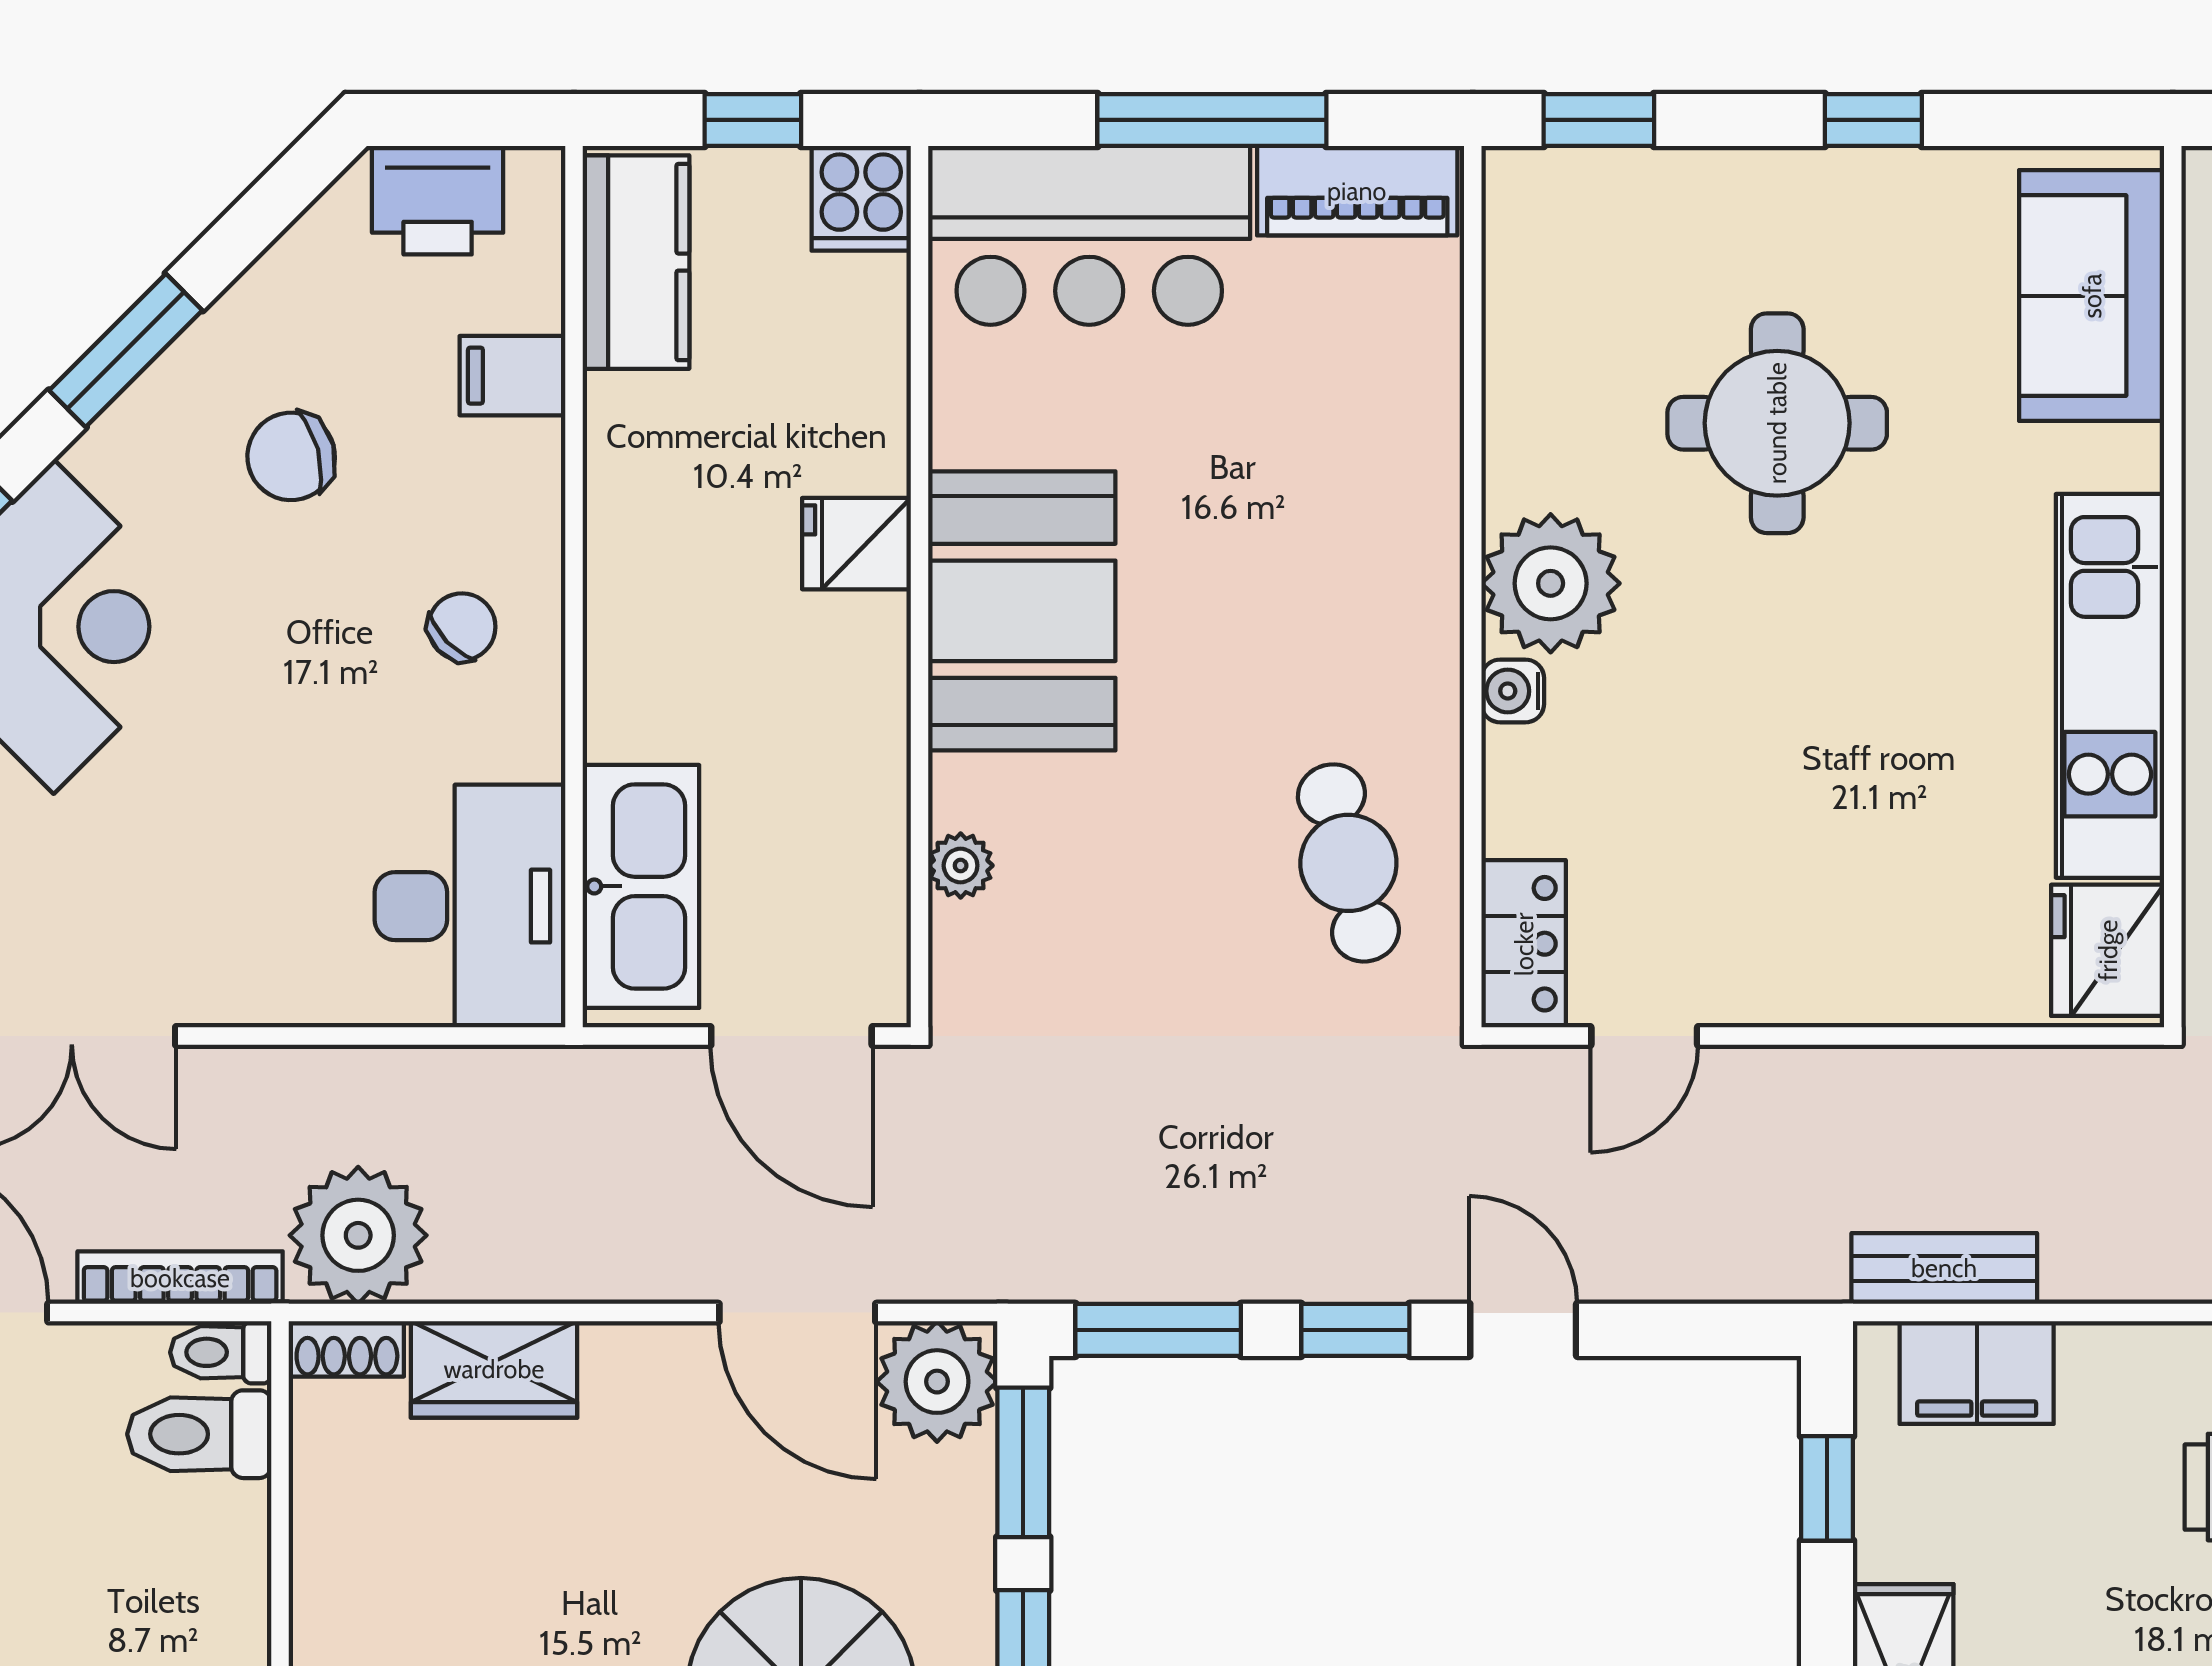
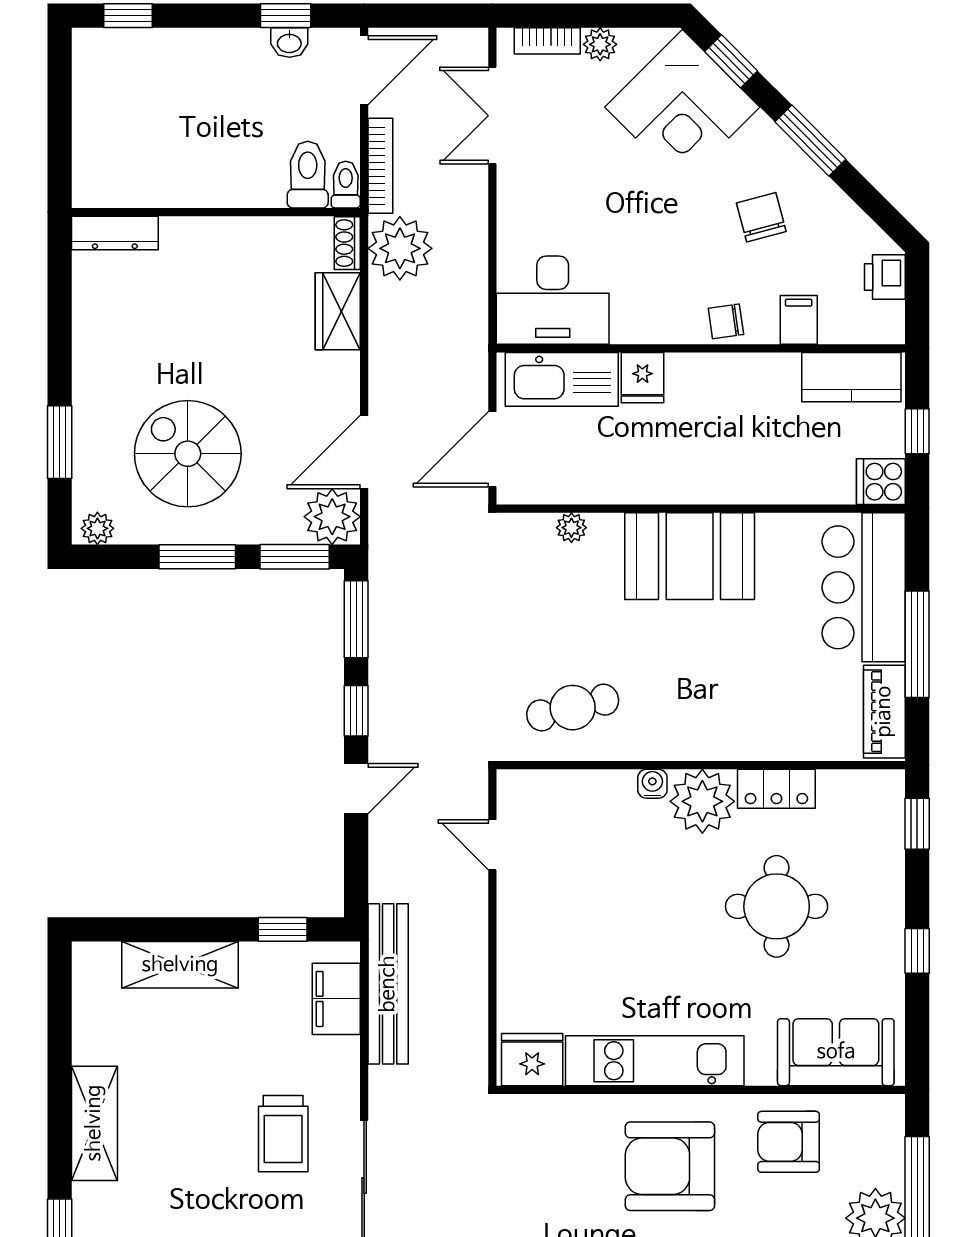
printer: (438, 200) -> (885, 277), width x0.73, depth x0.81
fridge: (857, 544) -> (642, 378), moved, turned 180
chair: (462, 627) -> (726, 321), moved, turned 126
locker: (1524, 944) -> (776, 789), moved
bench: (1944, 1268) -> (388, 984), width x1.86, depth x1.21

